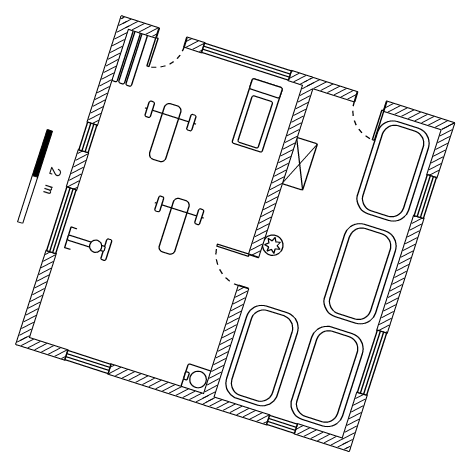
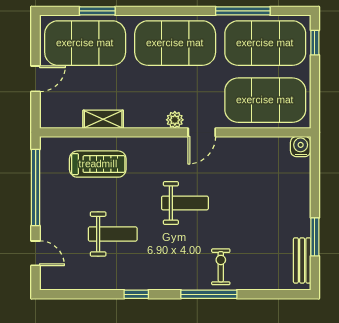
bench: (130, 58) -> (302, 260), moved, turned 90
treadmill: (257, 115) -> (98, 164), moved
window: (282, 424) -> (315, 43), moved

